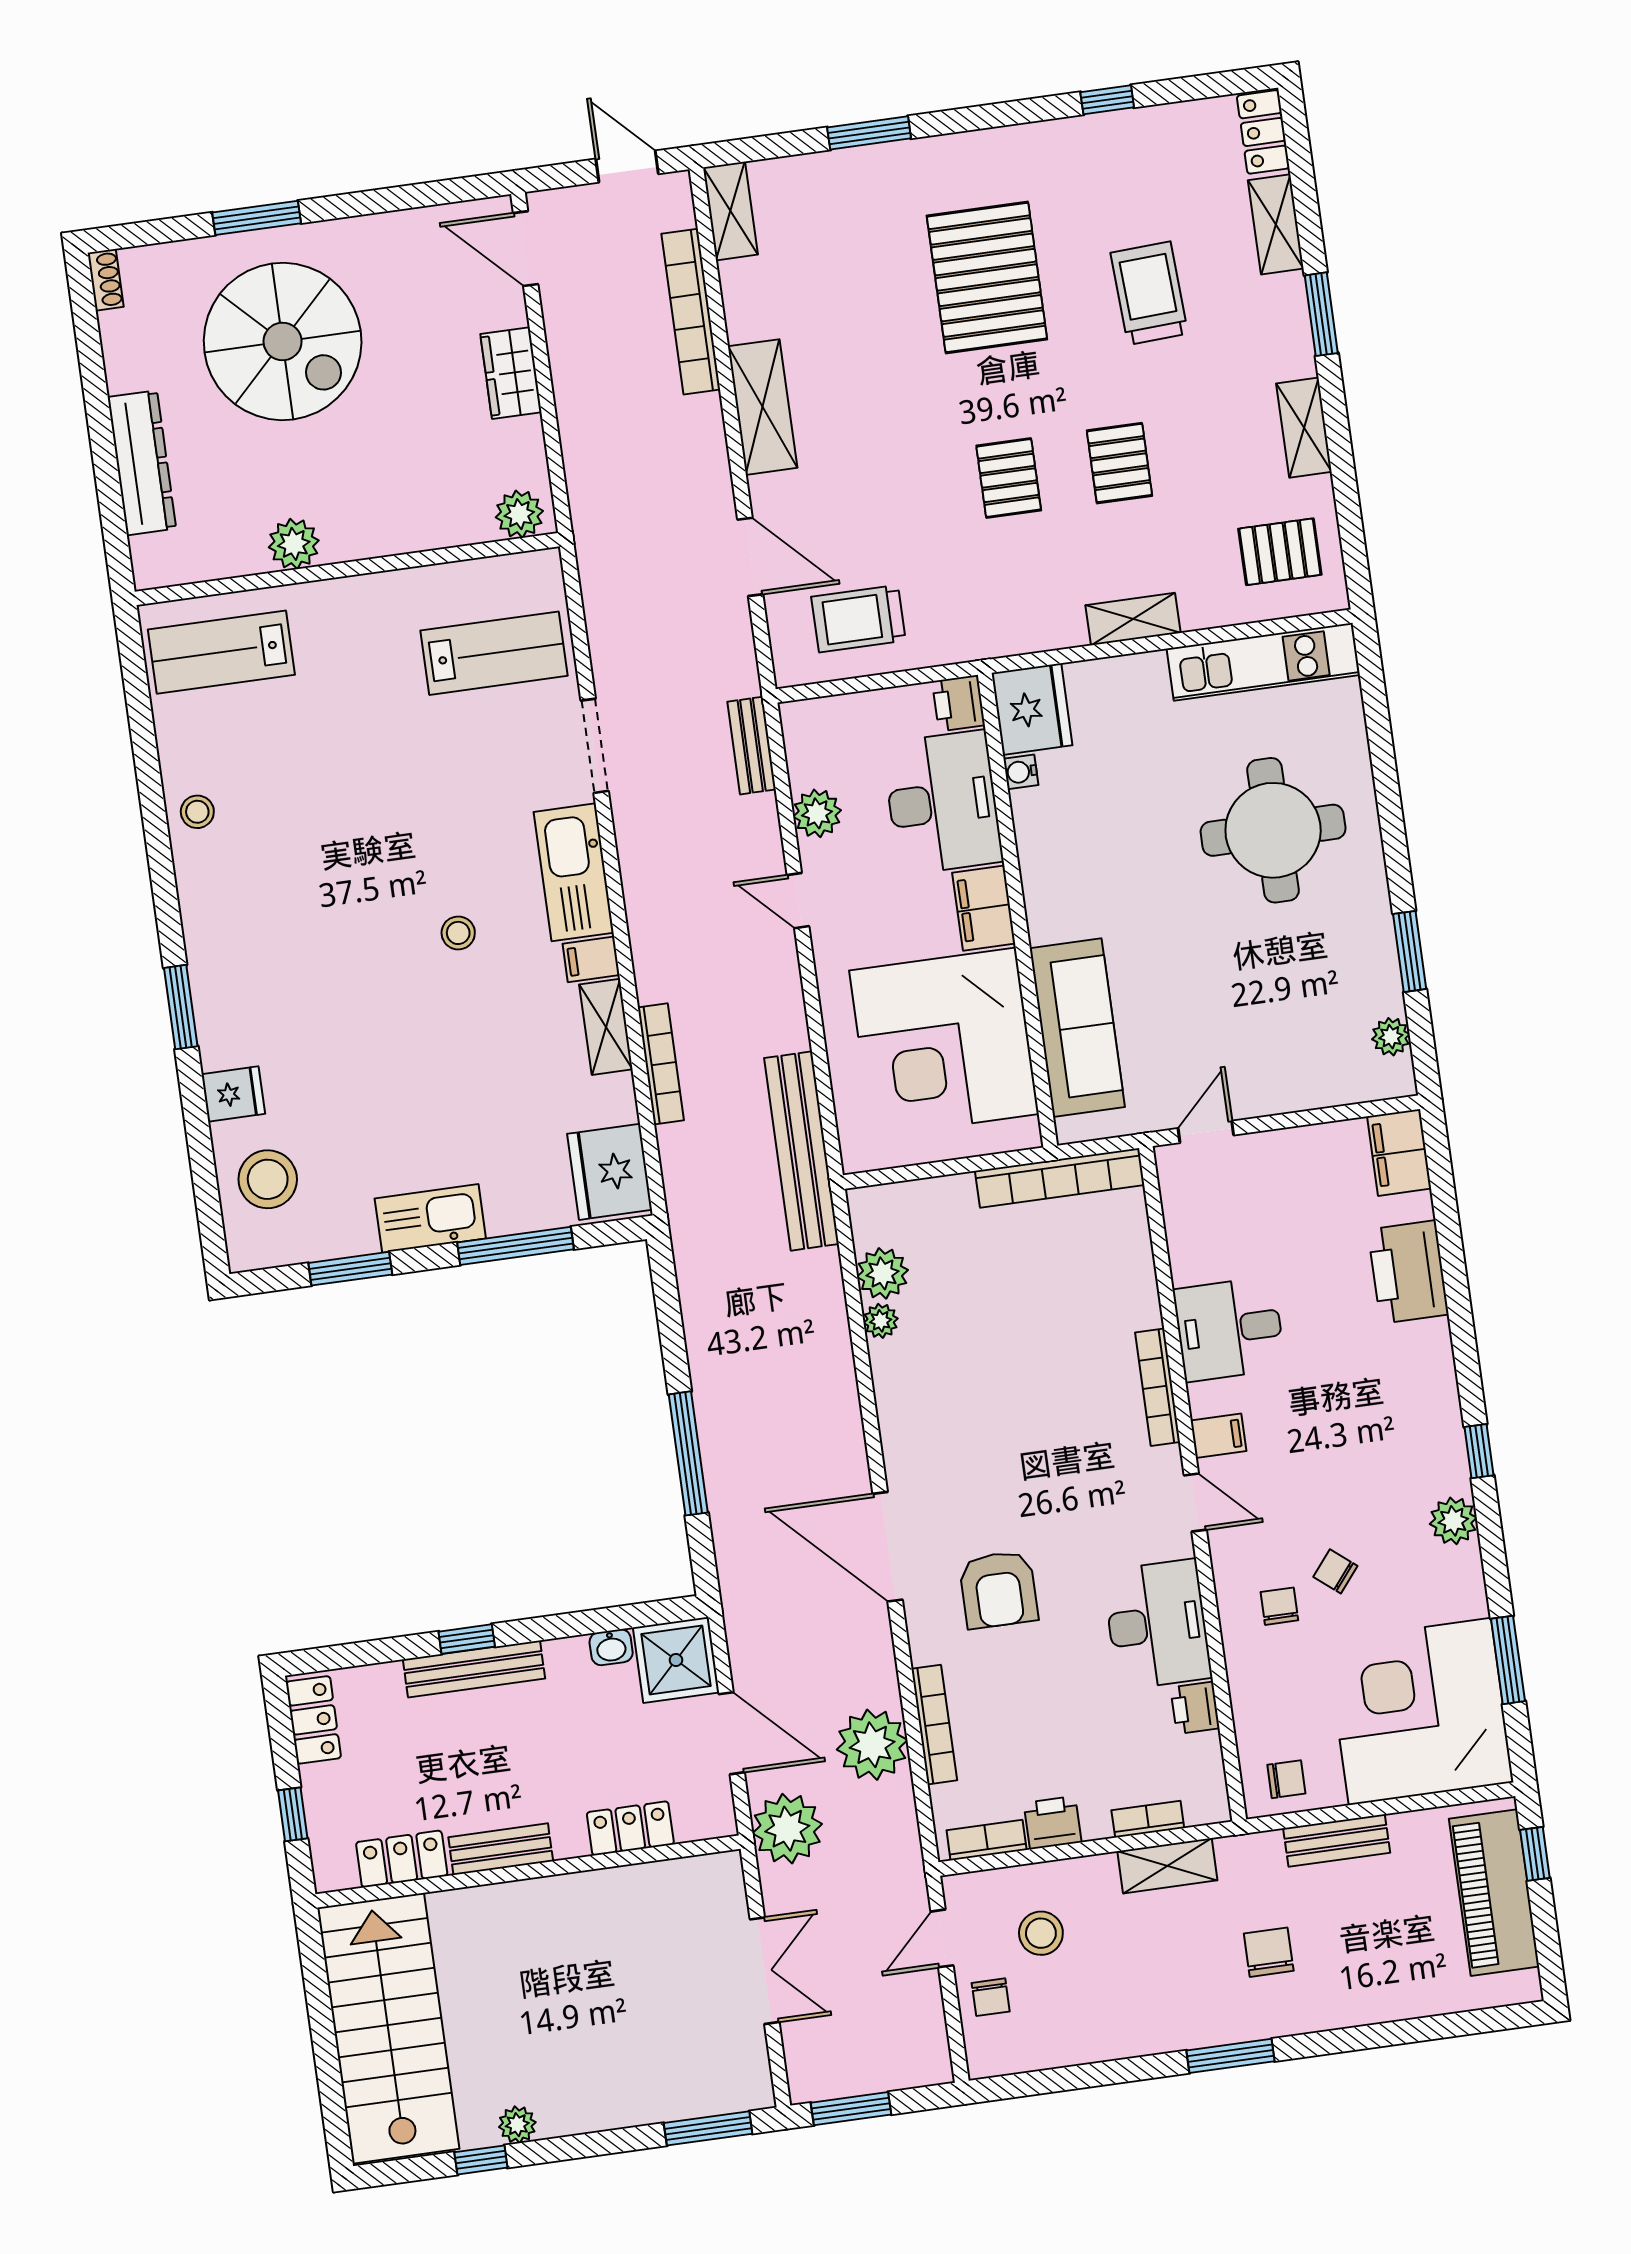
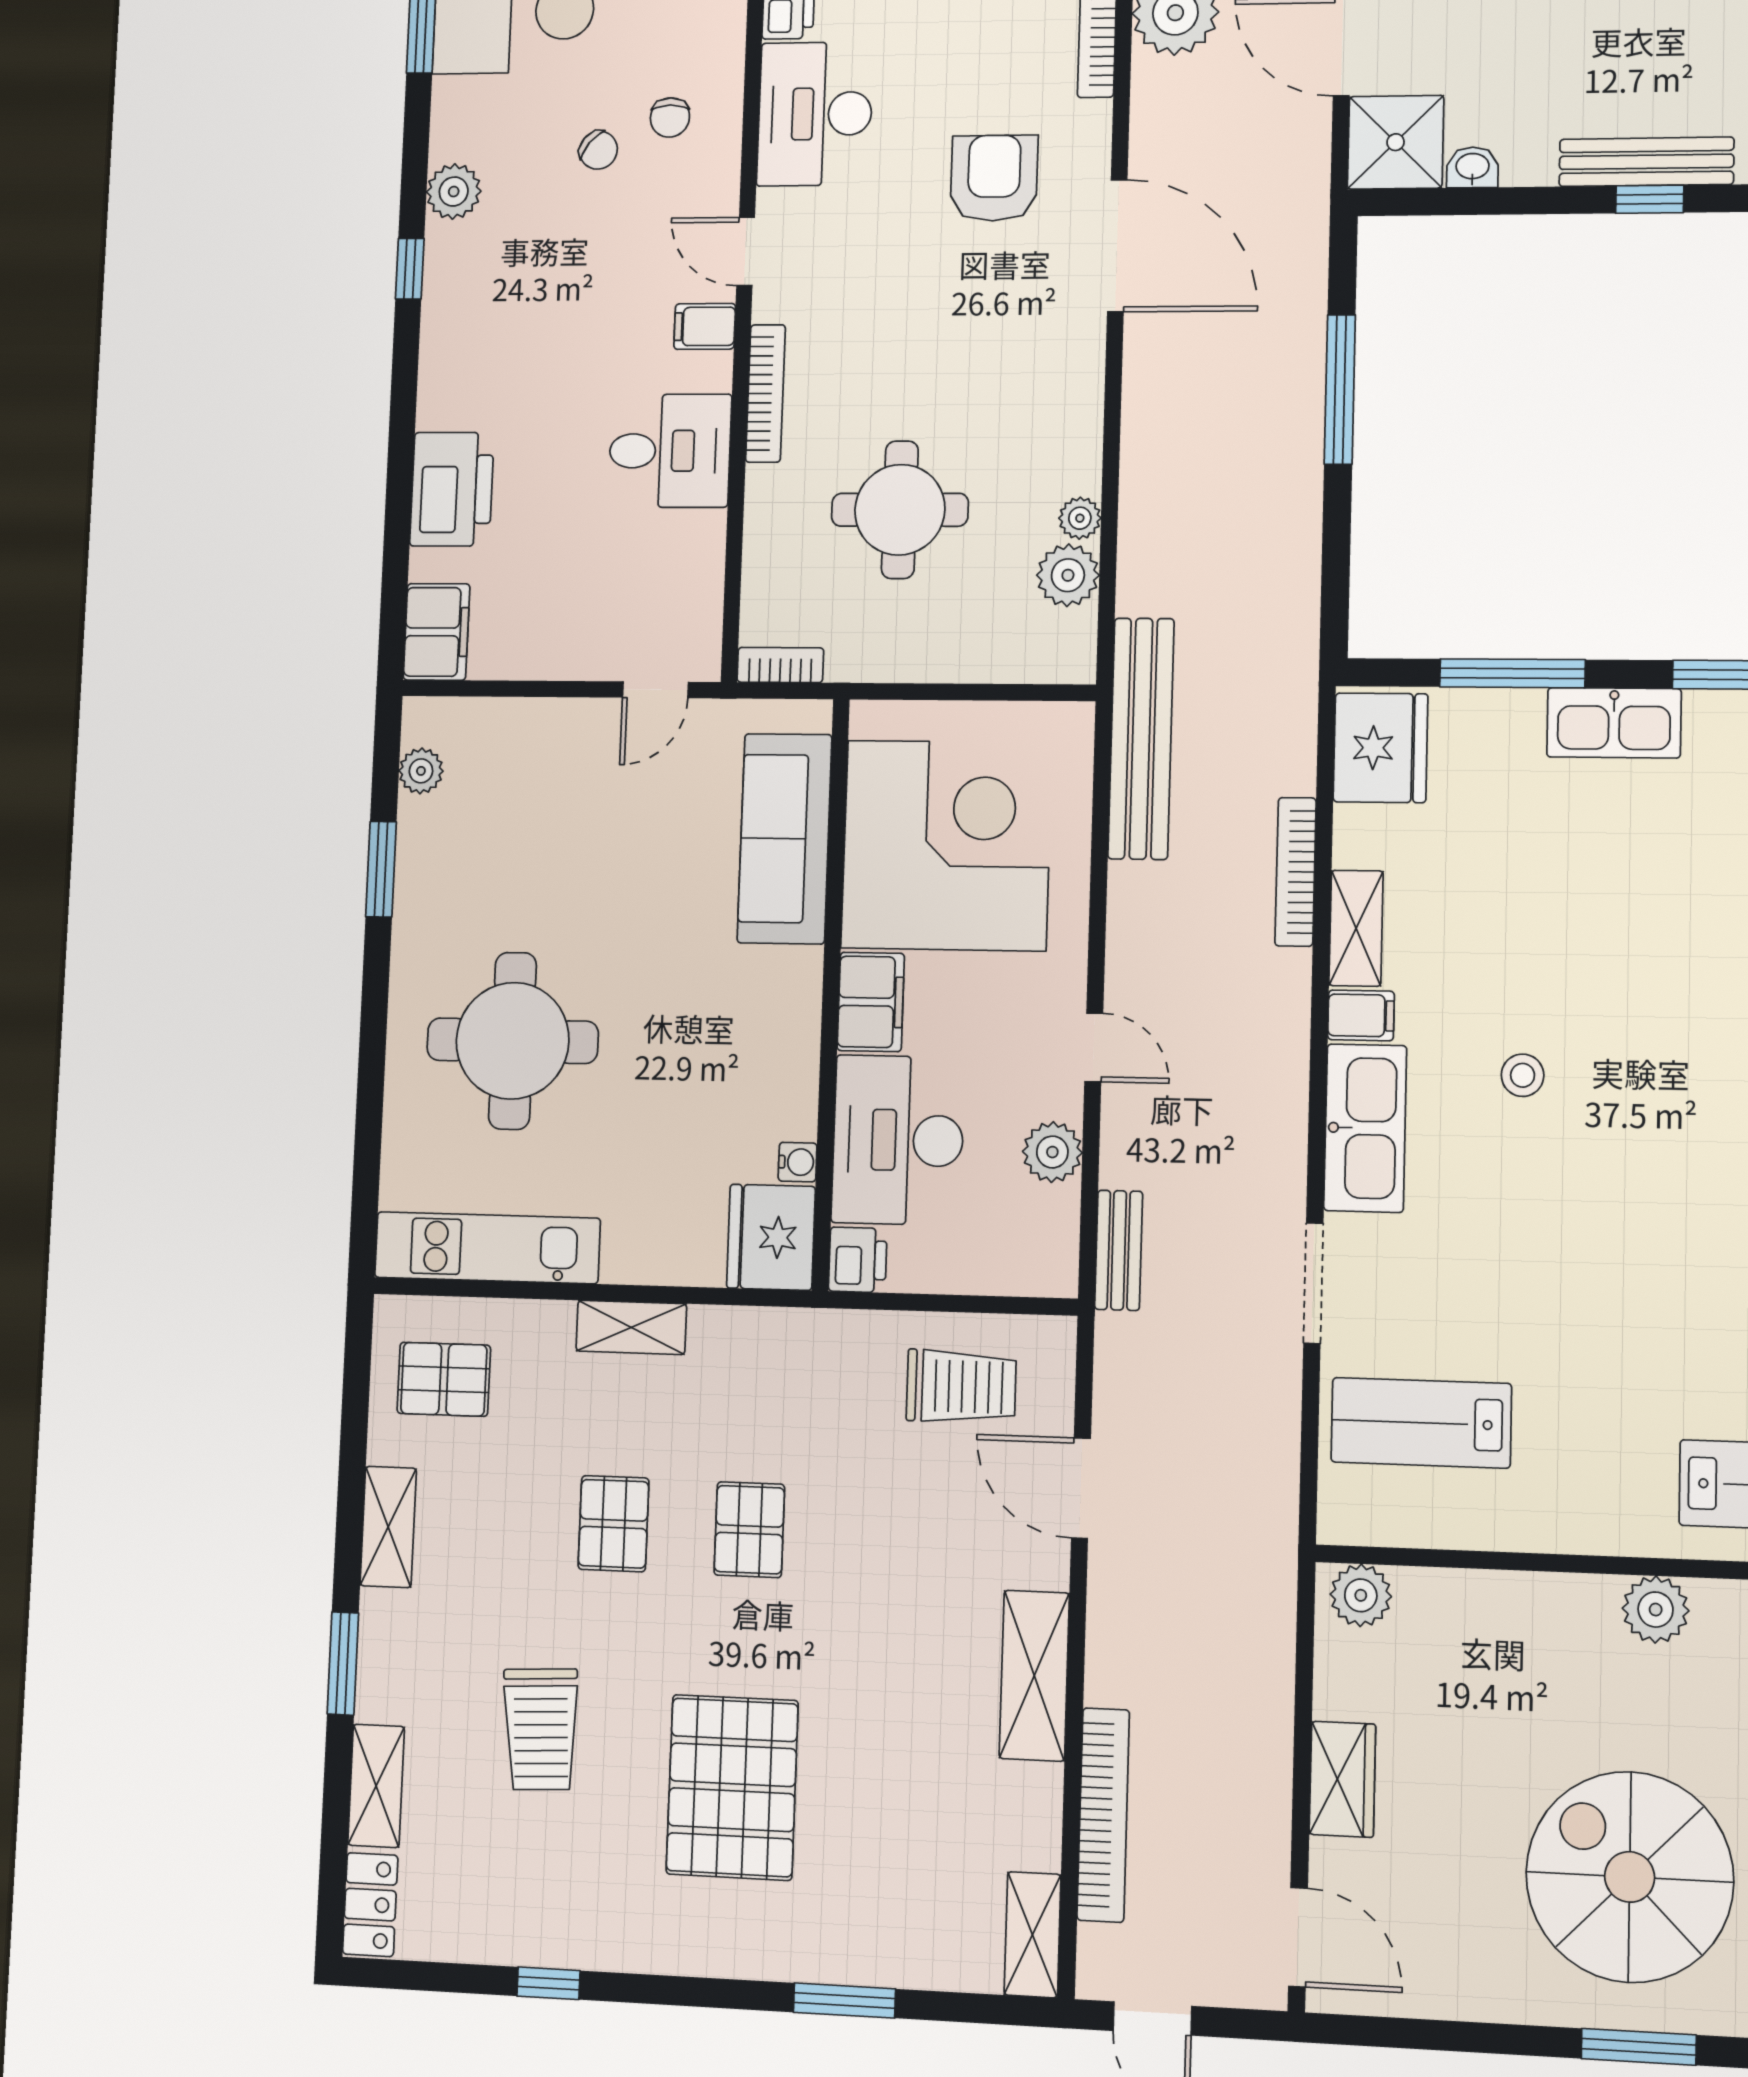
bookcase: (1060, 1178) -> (780, 665), width x0.43, depth x0.76
round table: (1029, 1307) -> (900, 510), added

